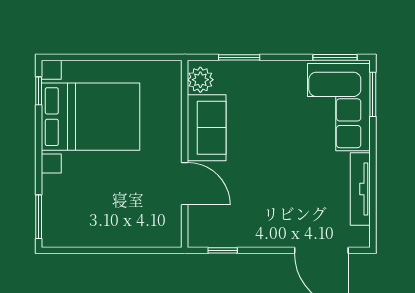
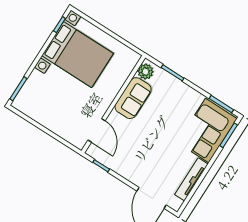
door: (185, 184) -> (97, 130), moved

